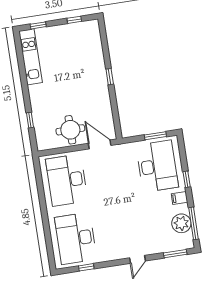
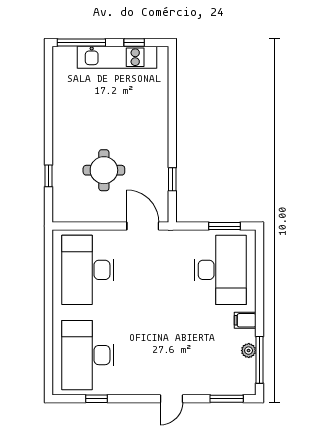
window: (38, 25) -> (81, 42), width x2.17
kitchen unit: (30, 57) -> (117, 57), moved, turned 90
window: (110, 77) -> (172, 179), moved
round table: (70, 130) -> (104, 170), moved
window: (187, 179) -> (260, 295), removed
plant: (181, 223) -> (249, 351), width x0.53, depth x0.53

